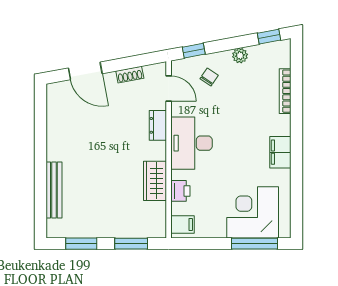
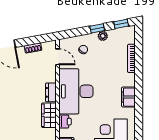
window: (194, 51) -> (97, 28), moved
dresser: (158, 125) -> (51, 92), moved
desk: (191, 143) -> (76, 91), width x1.36, depth x1.30

